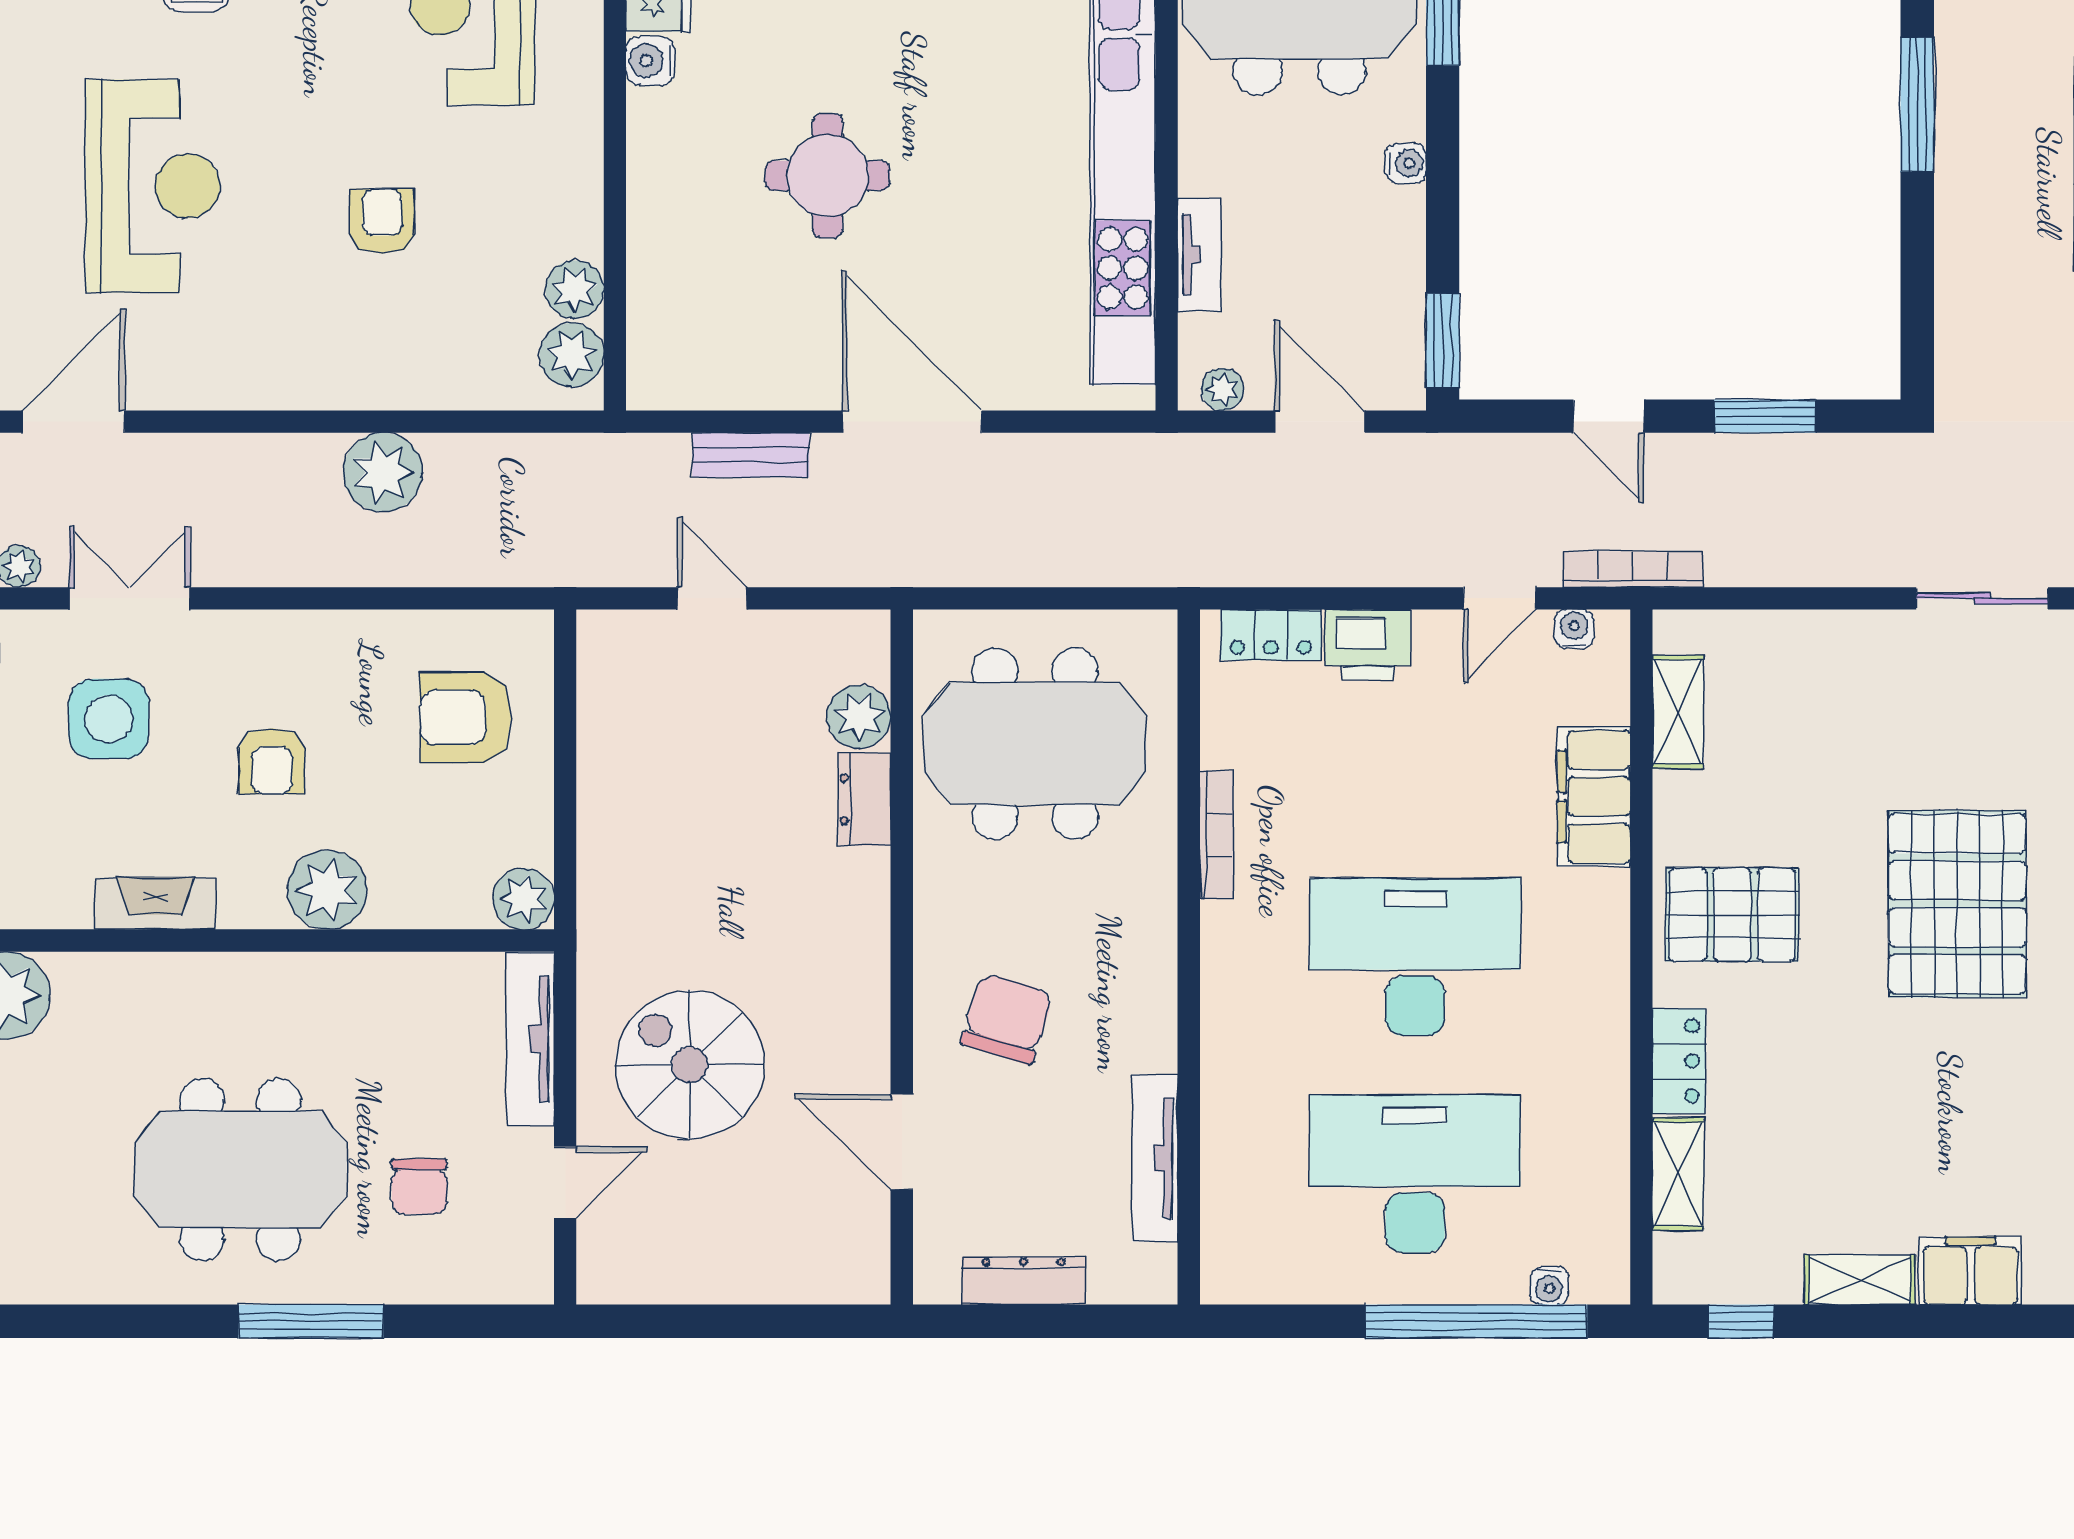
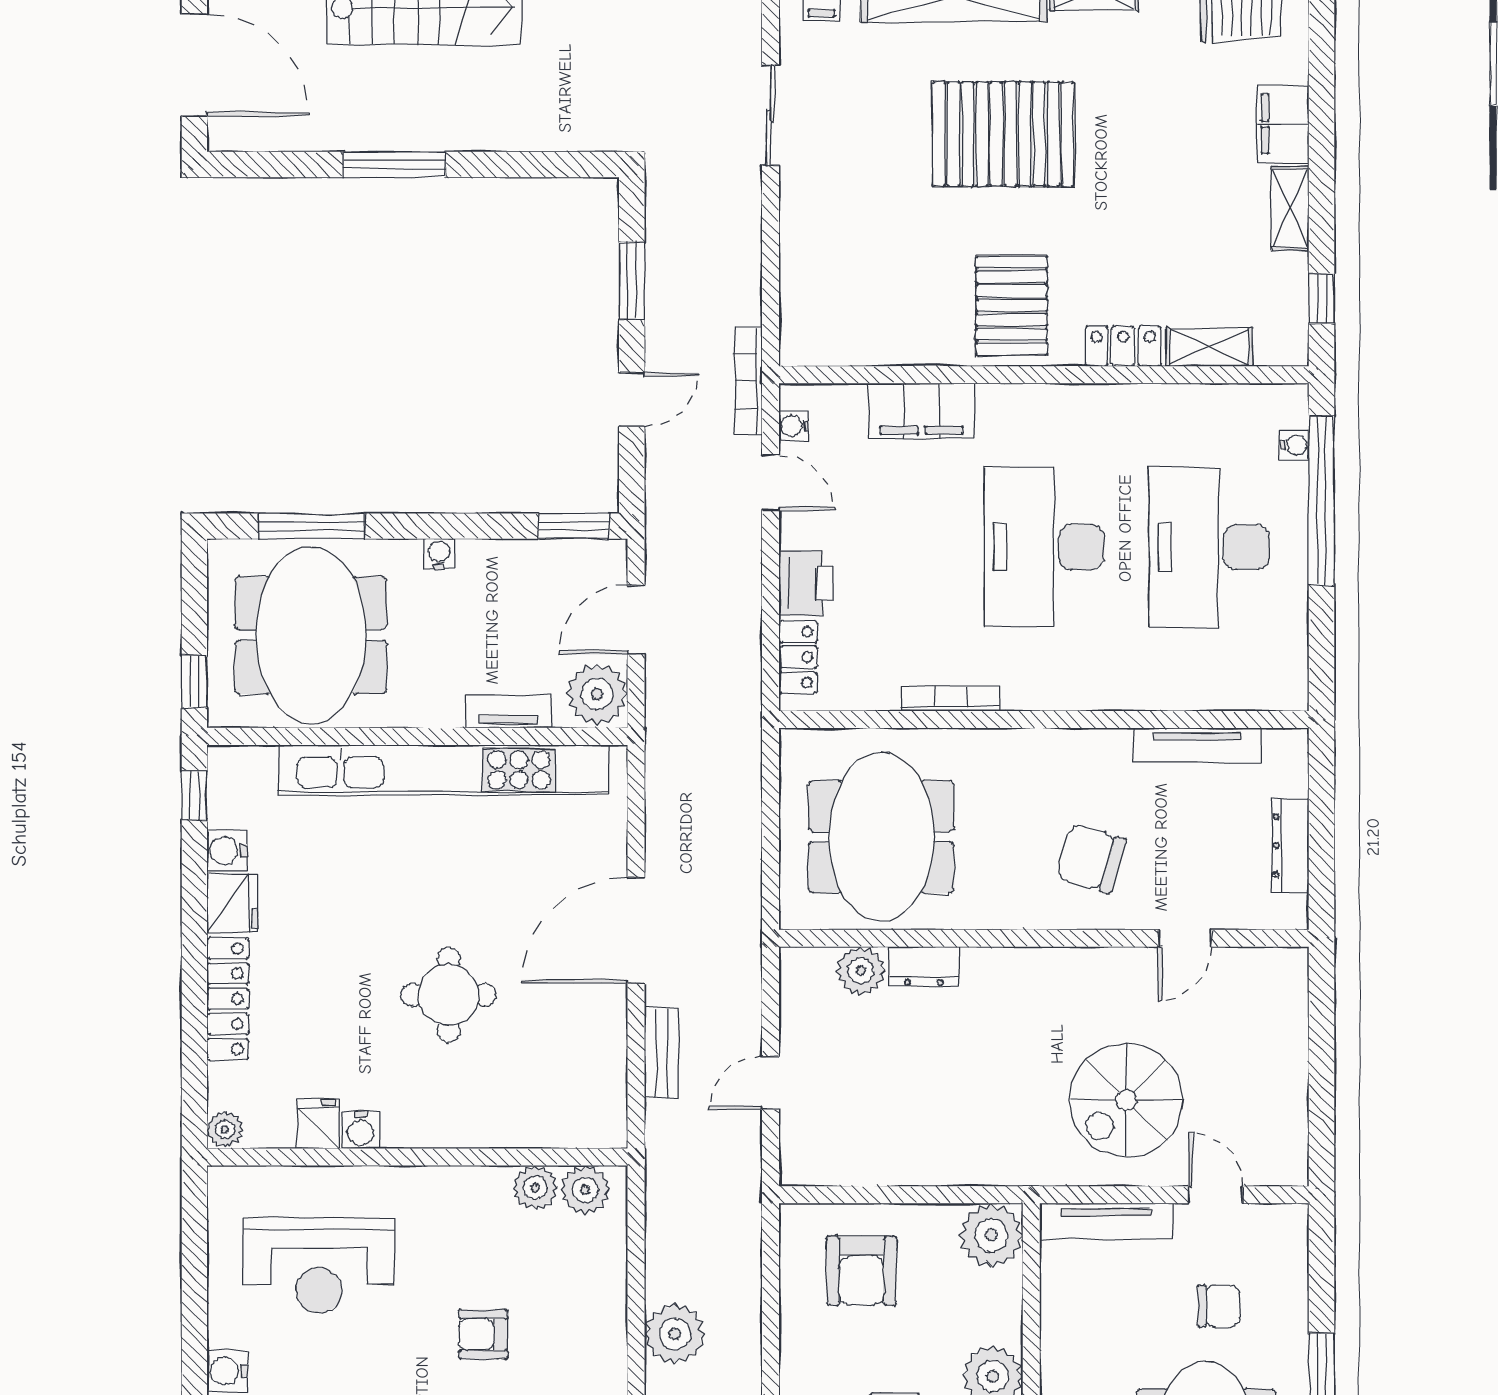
plant: (1222, 389) -> (597, 694), width x1.87, depth x1.87
shelving: (1678, 712) -> (857, 347), removed
plant: (523, 899) -> (991, 1235), width x1.36, depth x1.36
door: (902, 1142) -> (1185, 938), width x0.73

